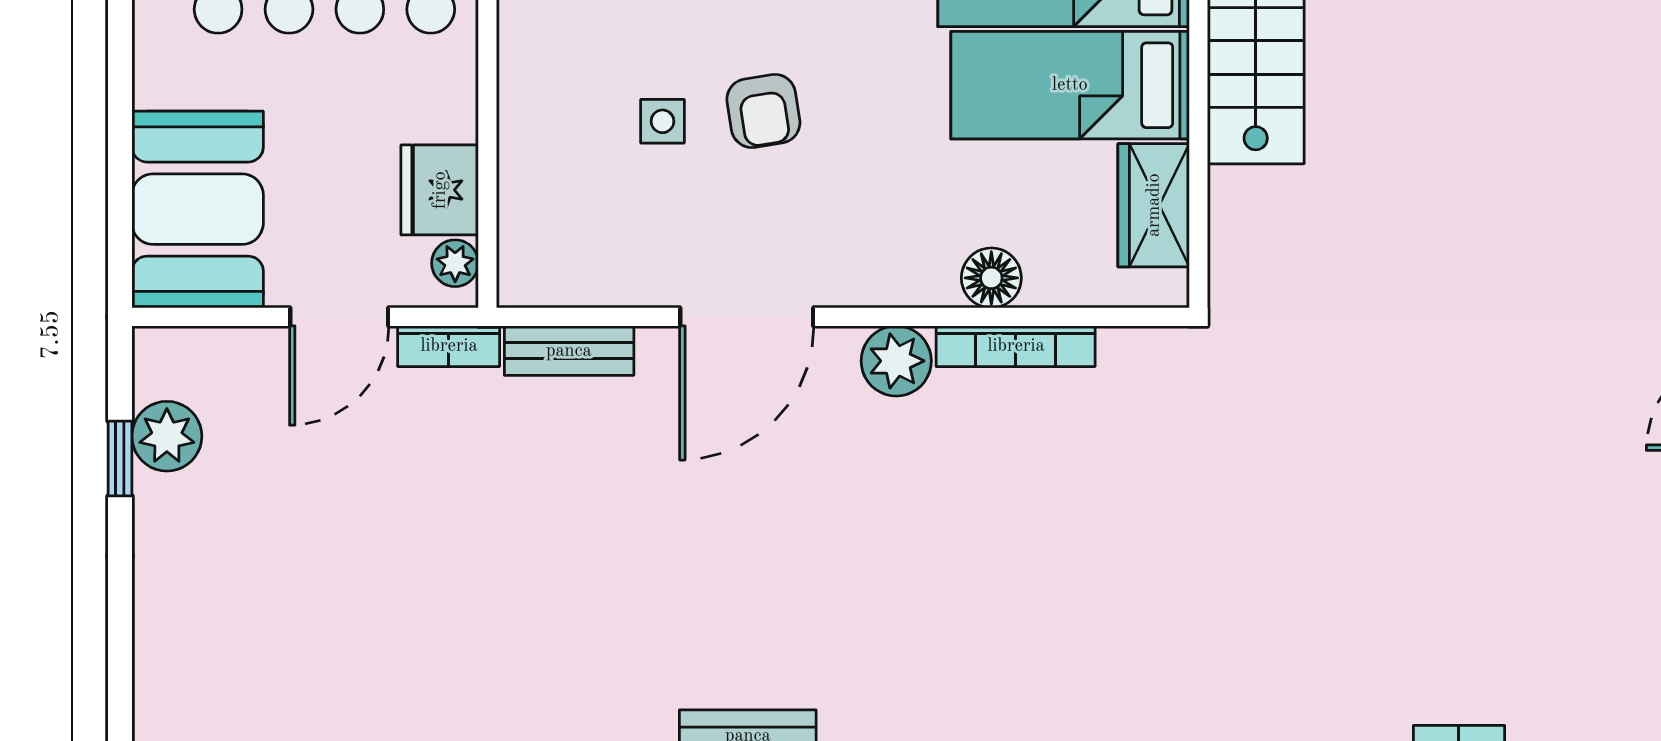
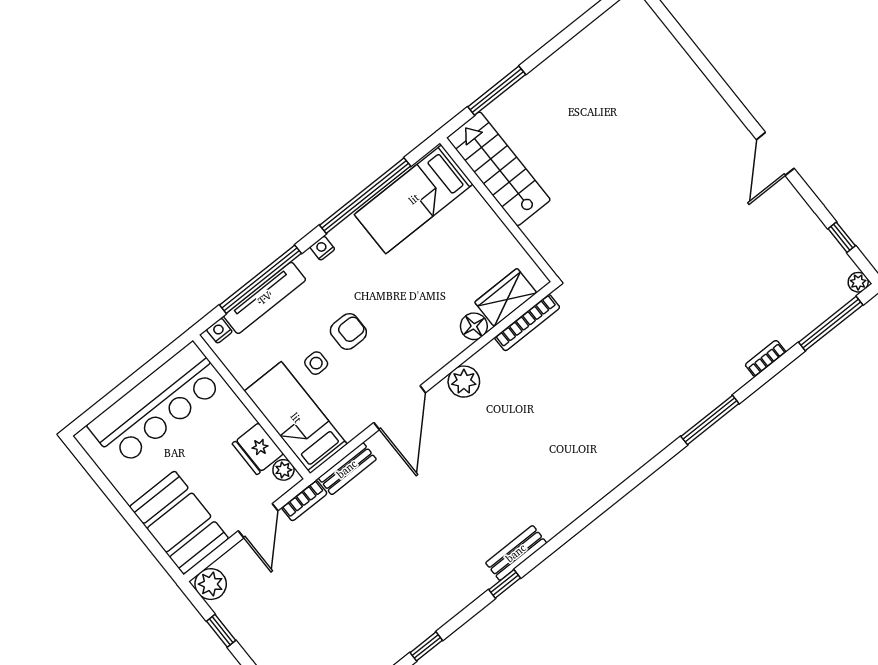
bed: (1070, 85) -> (296, 418), moved, turned 90
armchair: (763, 111) -> (348, 331), turned -81
wardrobe: (1154, 205) -> (506, 298), moved, turned 90
bookcase: (1016, 346) -> (527, 323), moved
plant: (167, 436) -> (211, 584), moved

